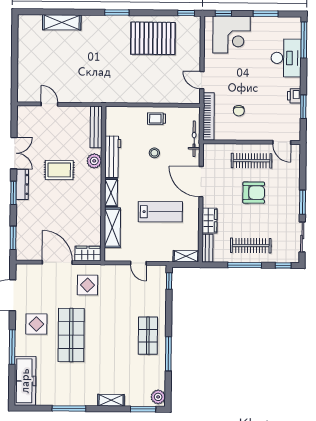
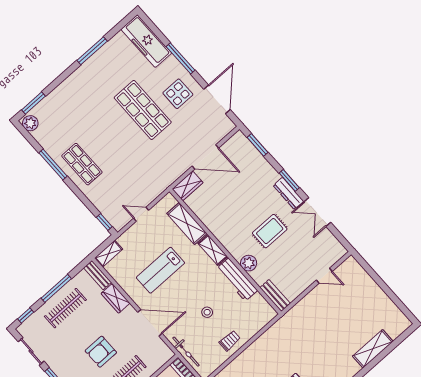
bench: (96, 127) -> (275, 295), width x0.73
display table: (88, 285) -> (165, 161), removed
shelving: (111, 400) -> (65, 87), removed

